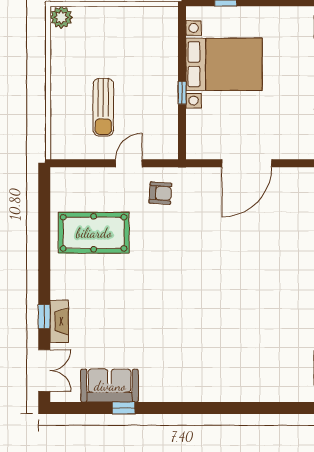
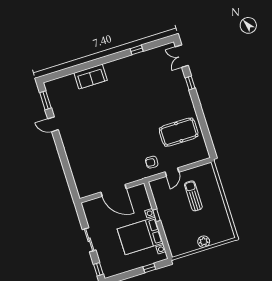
plant: (61, 17) -> (204, 242), moved
door: (247, 163) -> (114, 190), swing flipped
fireplace: (59, 321) -> (182, 83), removed
sofa: (110, 386) -> (91, 77), moved

